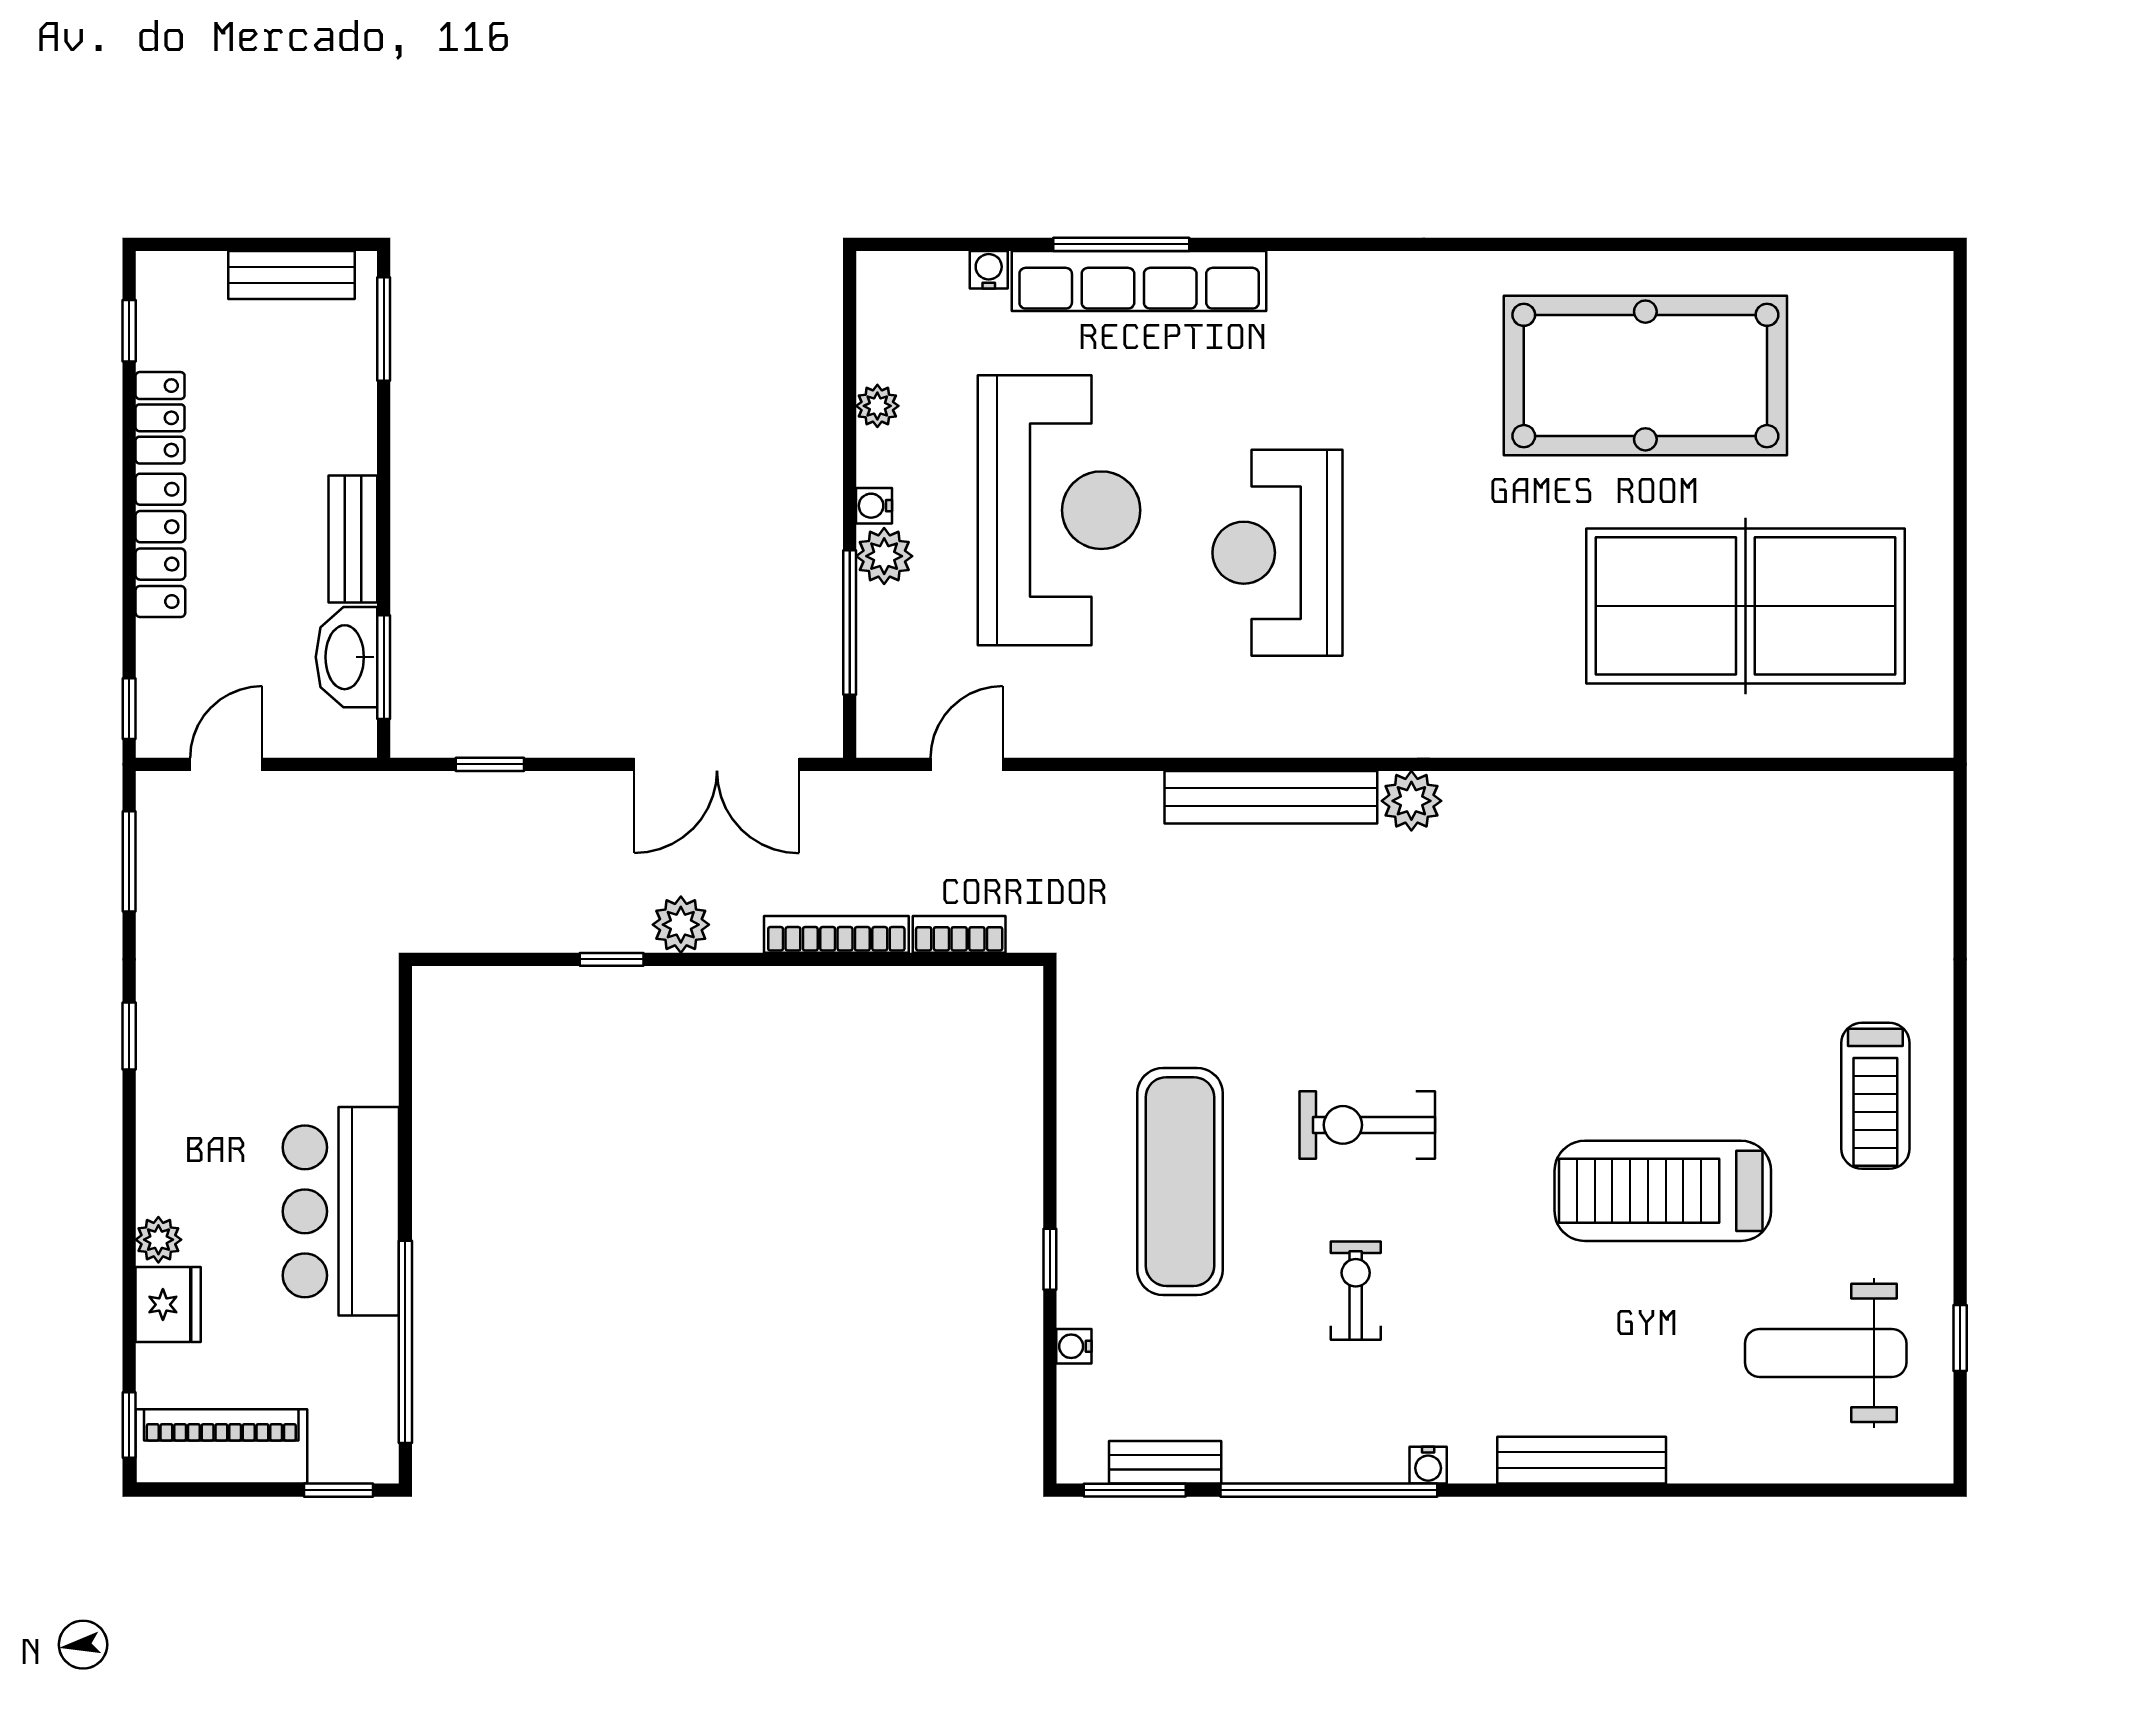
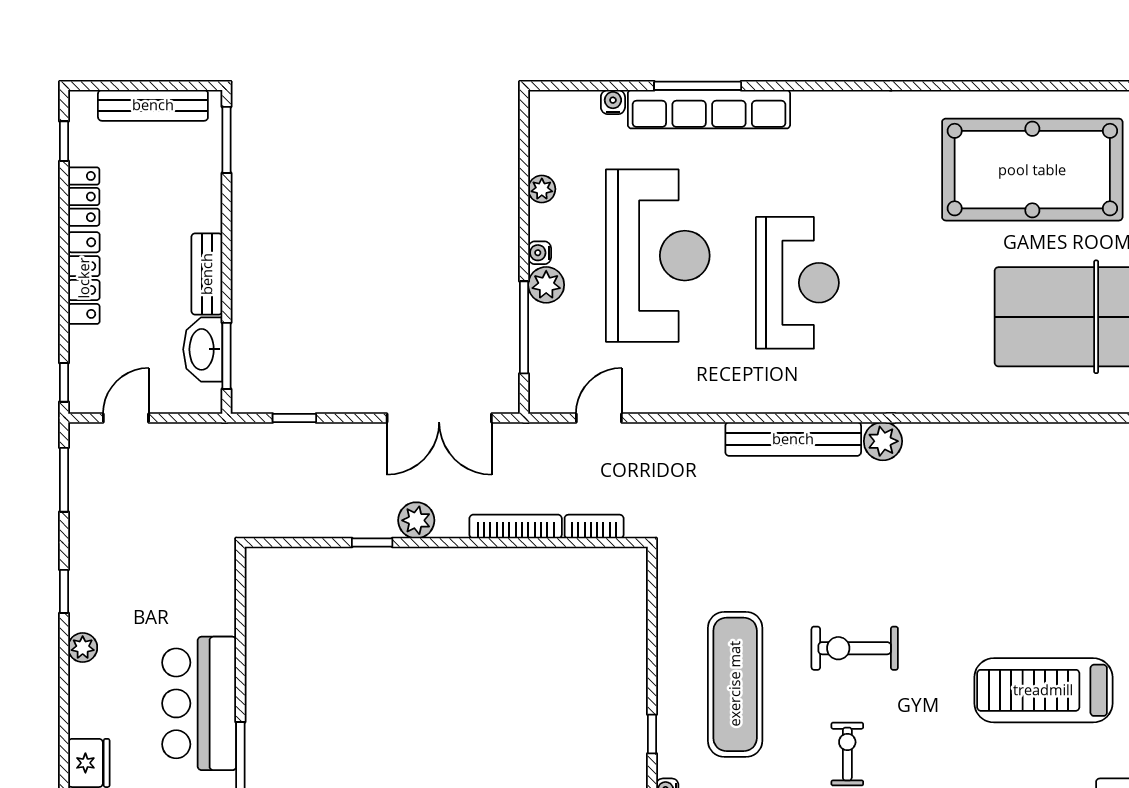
bench: (292, 275) -> (153, 105), width x1.36
reception desk: (1277, 553) -> (797, 283), turned 180
plant: (158, 1240) -> (83, 648), moved

